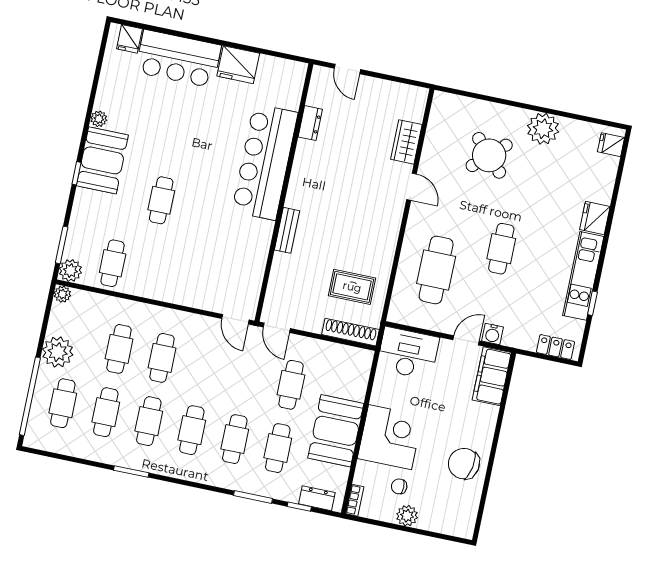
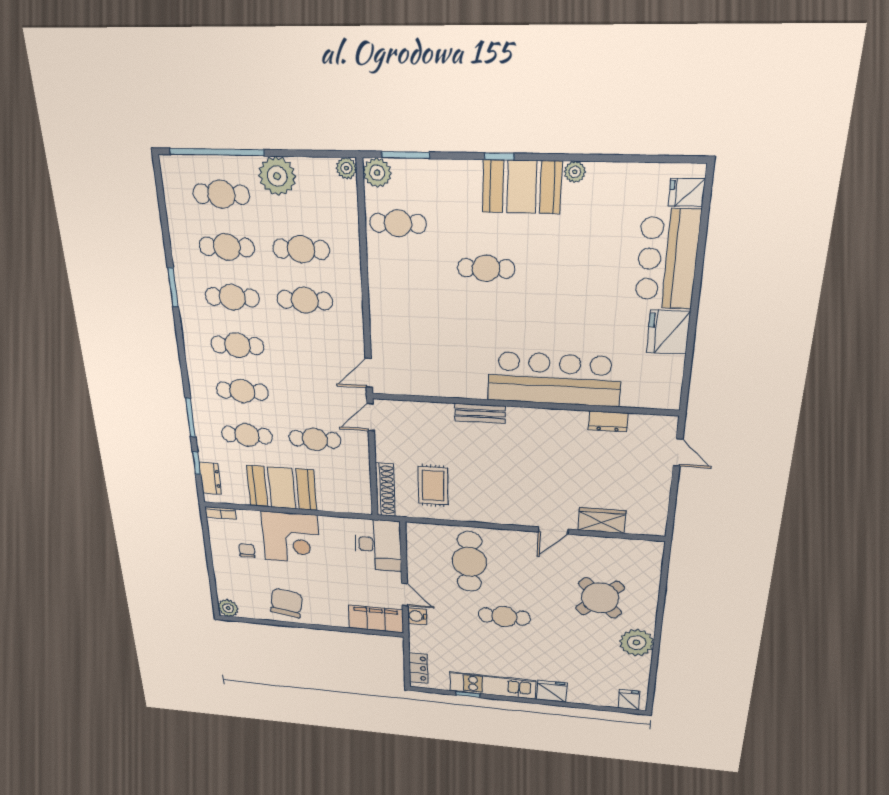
door: (347, 69) -> (678, 452), swing flipped
cafe table: (436, 270) -> (469, 562), turned 90
plant: (407, 516) -> (228, 608), moved

